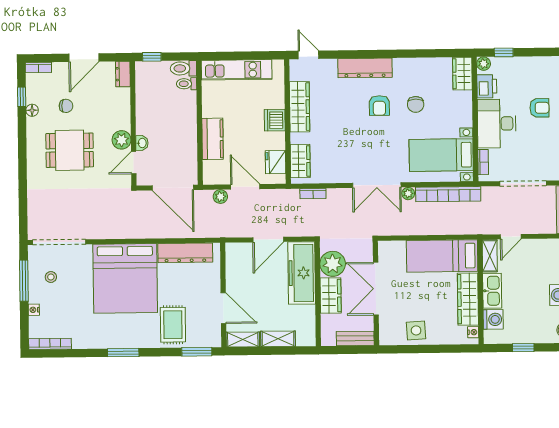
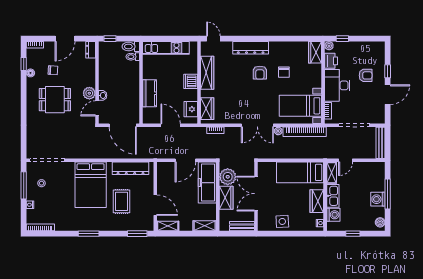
plant: (220, 197) -> (154, 131), removed
bed: (125, 278) -> (91, 185), width x0.73
wardrobe: (468, 299) -> (317, 201), width x0.67
rug: (173, 325) -> (121, 201), moved
shelving: (278, 339) -> (205, 226), moved

